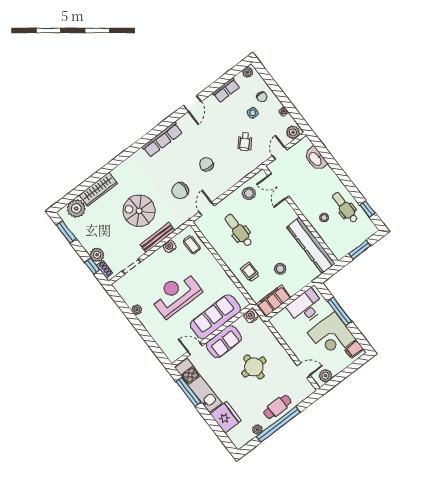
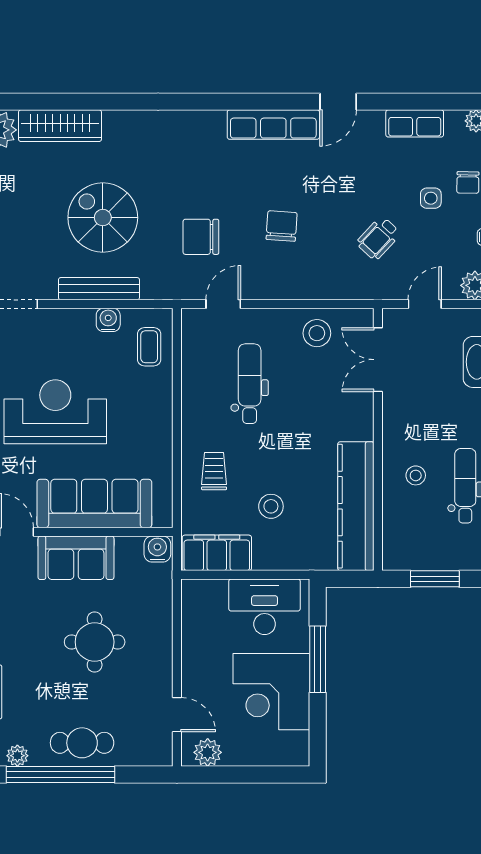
row of seats: (162, 140) -> (273, 125), moved
filing cabinet: (354, 349) -> (292, 745), removed

